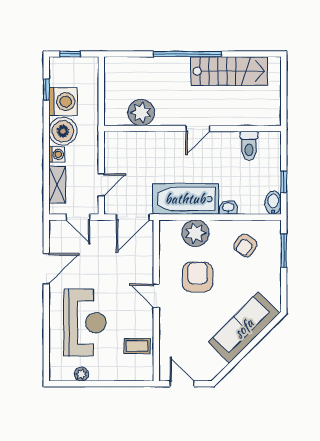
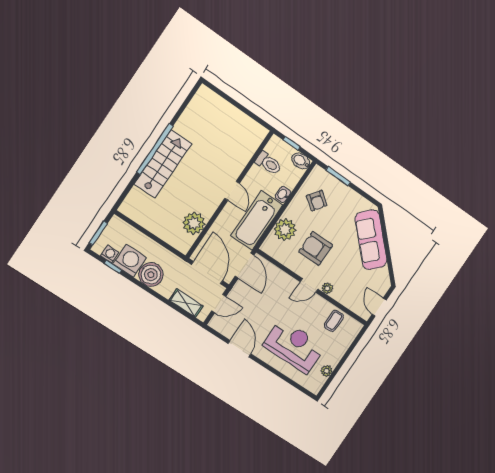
window: (70, 54) -> (98, 233), width x1.50
stairs: (229, 71) -> (163, 164), moved
plant: (141, 113) -> (194, 223), moved
wall: (193, 128) -> (229, 195), moved
door: (198, 128) -> (232, 191), moved
toilet: (249, 146) -> (268, 163), moved
washing machine: (57, 154) -> (110, 254), moved
door: (101, 185) -> (207, 273), width x1.88
plant: (166, 317) -> (327, 288), added
door: (182, 384) -> (379, 307), hinge flipped

